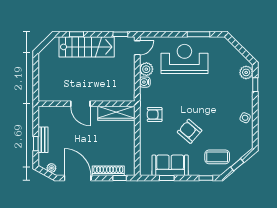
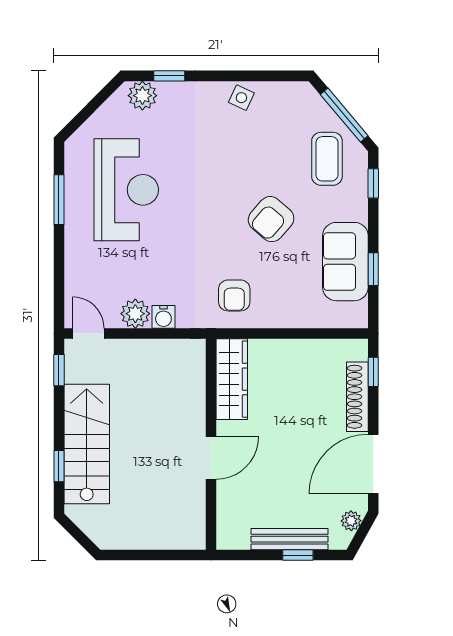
reception desk: (184, 59) -> (126, 190), moved, turned 180
bench: (43, 140) -> (290, 539), width x1.36
window: (237, 165) -> (344, 115), width x2.17

